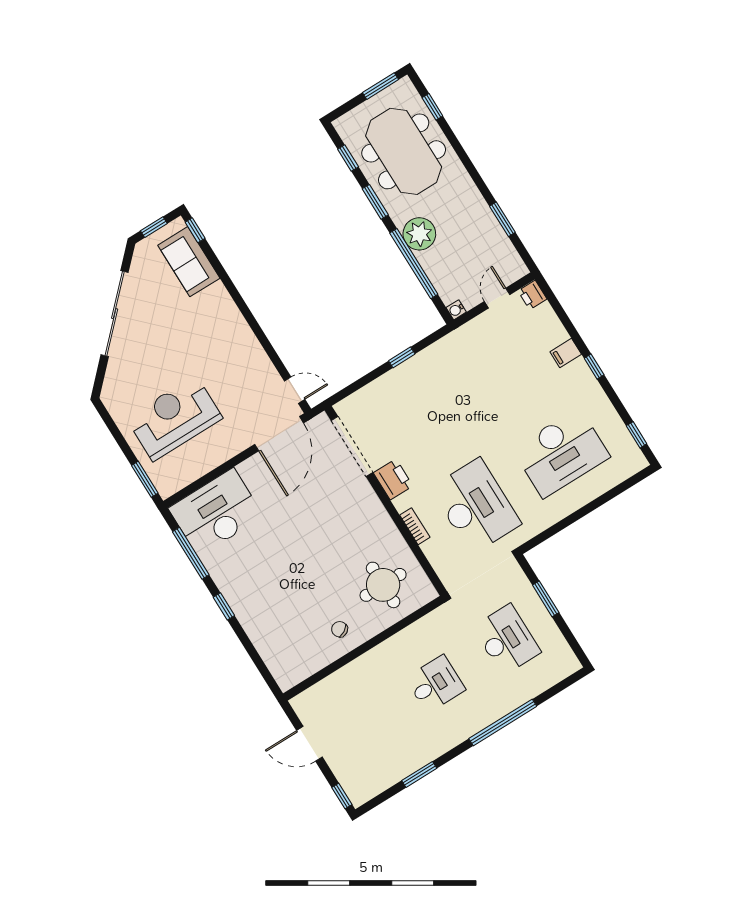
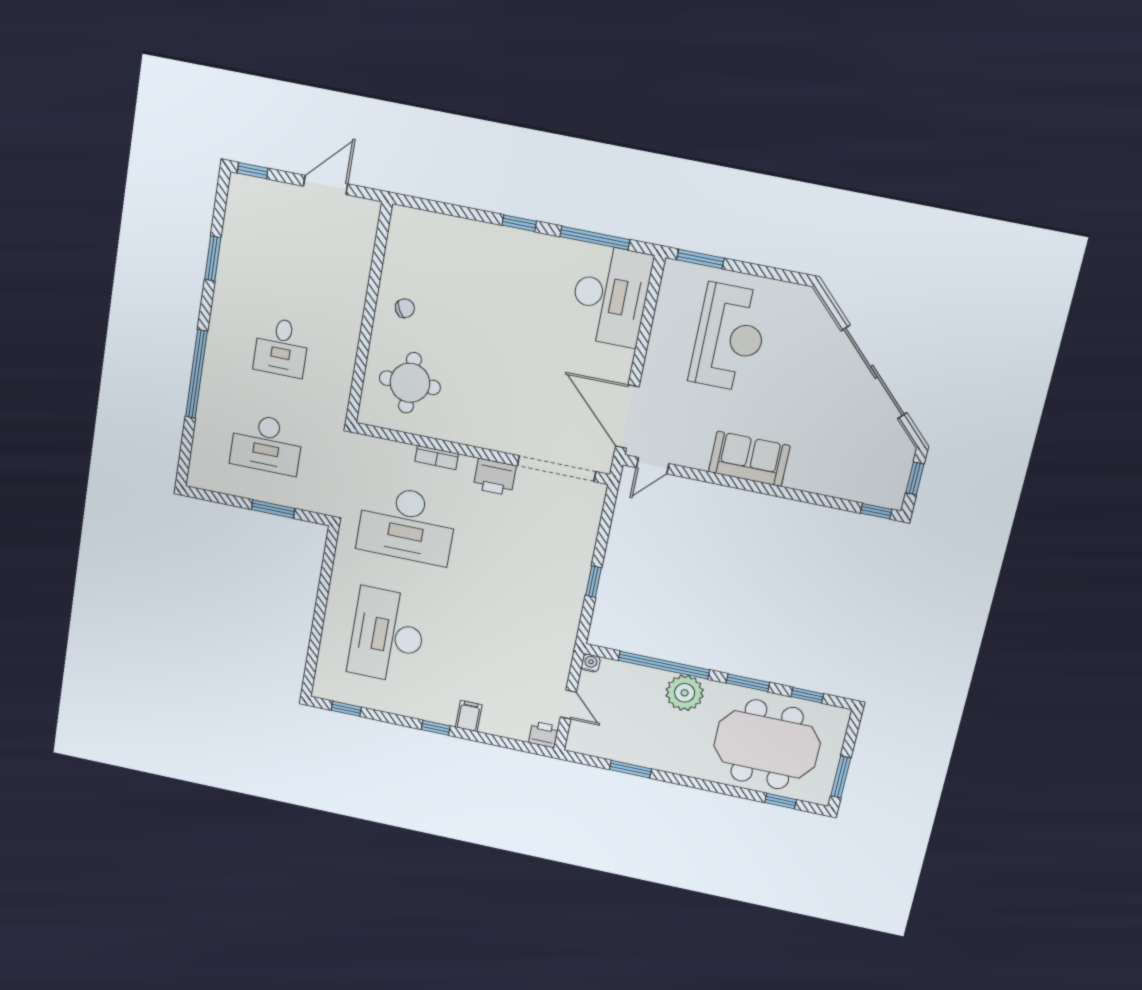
sofa: (189, 262) -> (749, 459), moved

